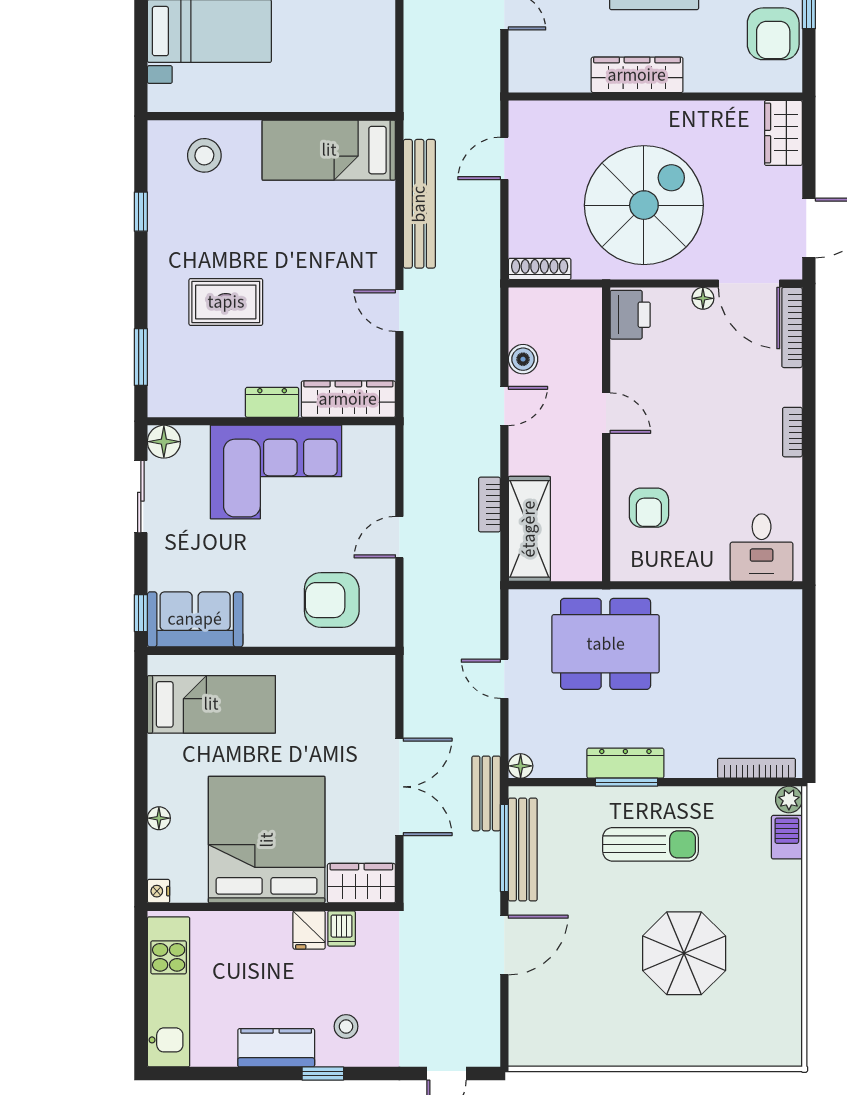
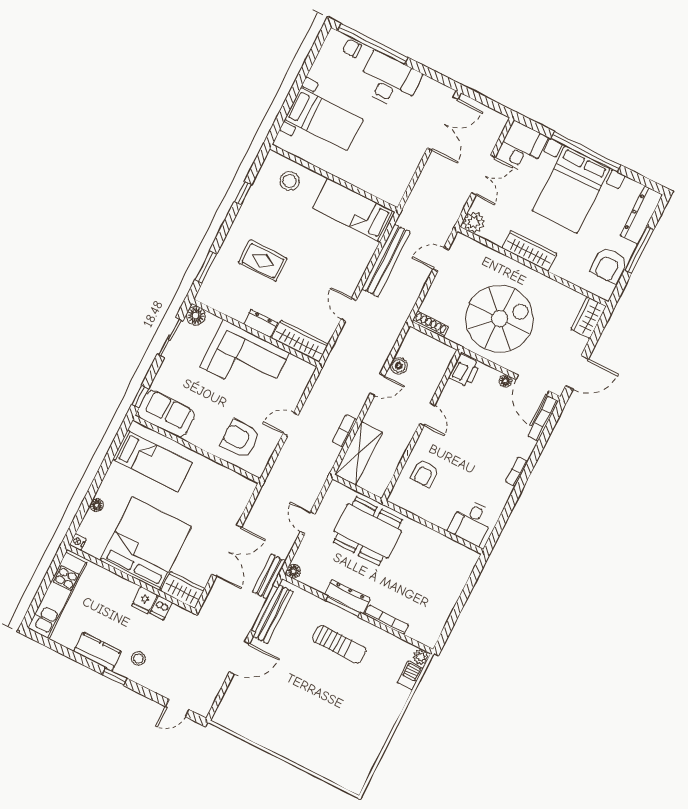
plant: (527, 74) -> (474, 222), added
bookcase: (757, 768) -> (386, 620), moved
parasol: (684, 953) -> (328, 708), removed

